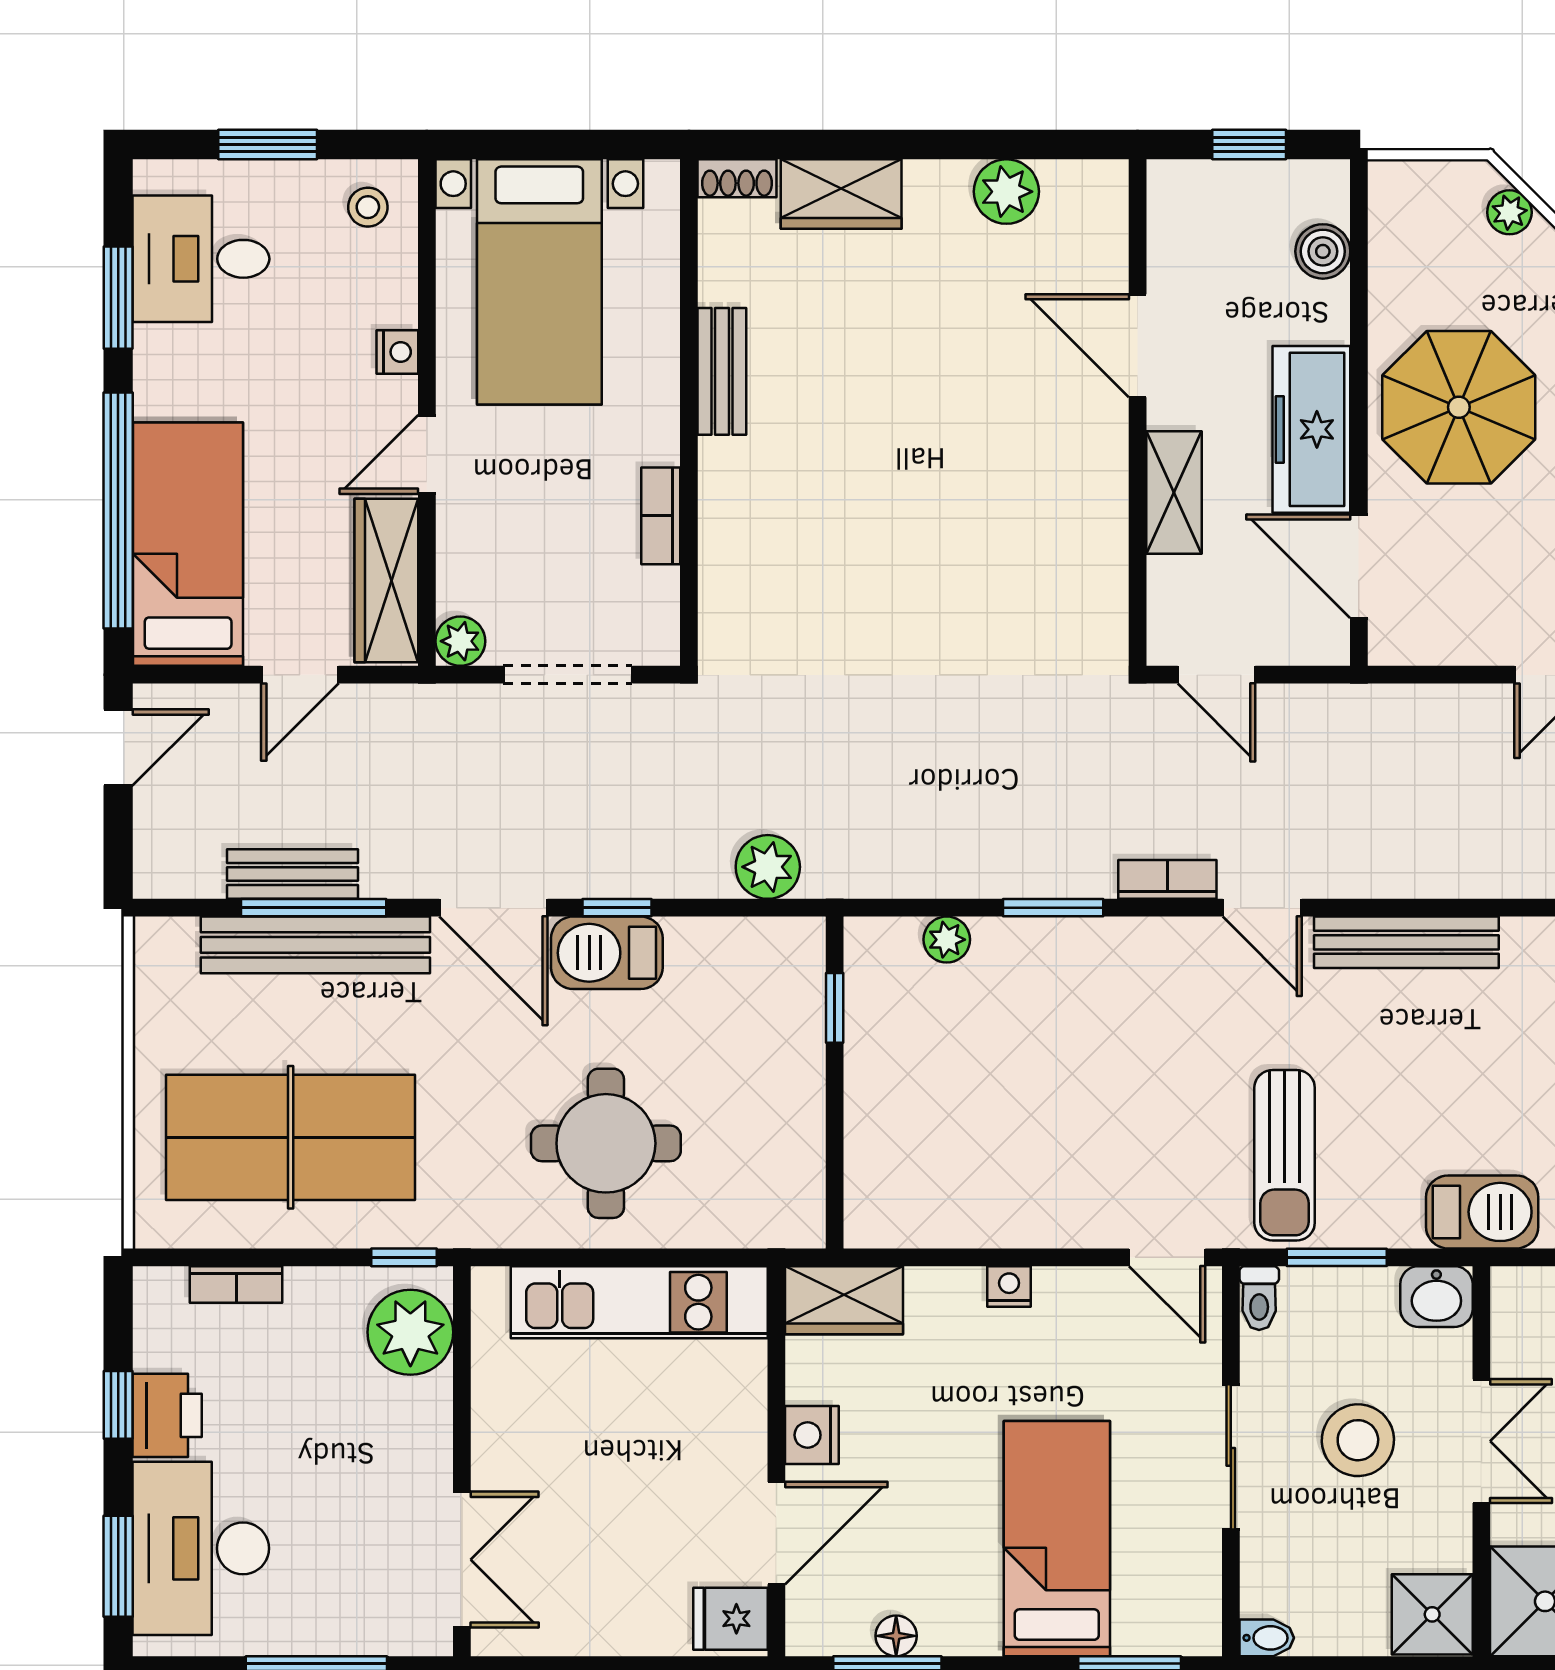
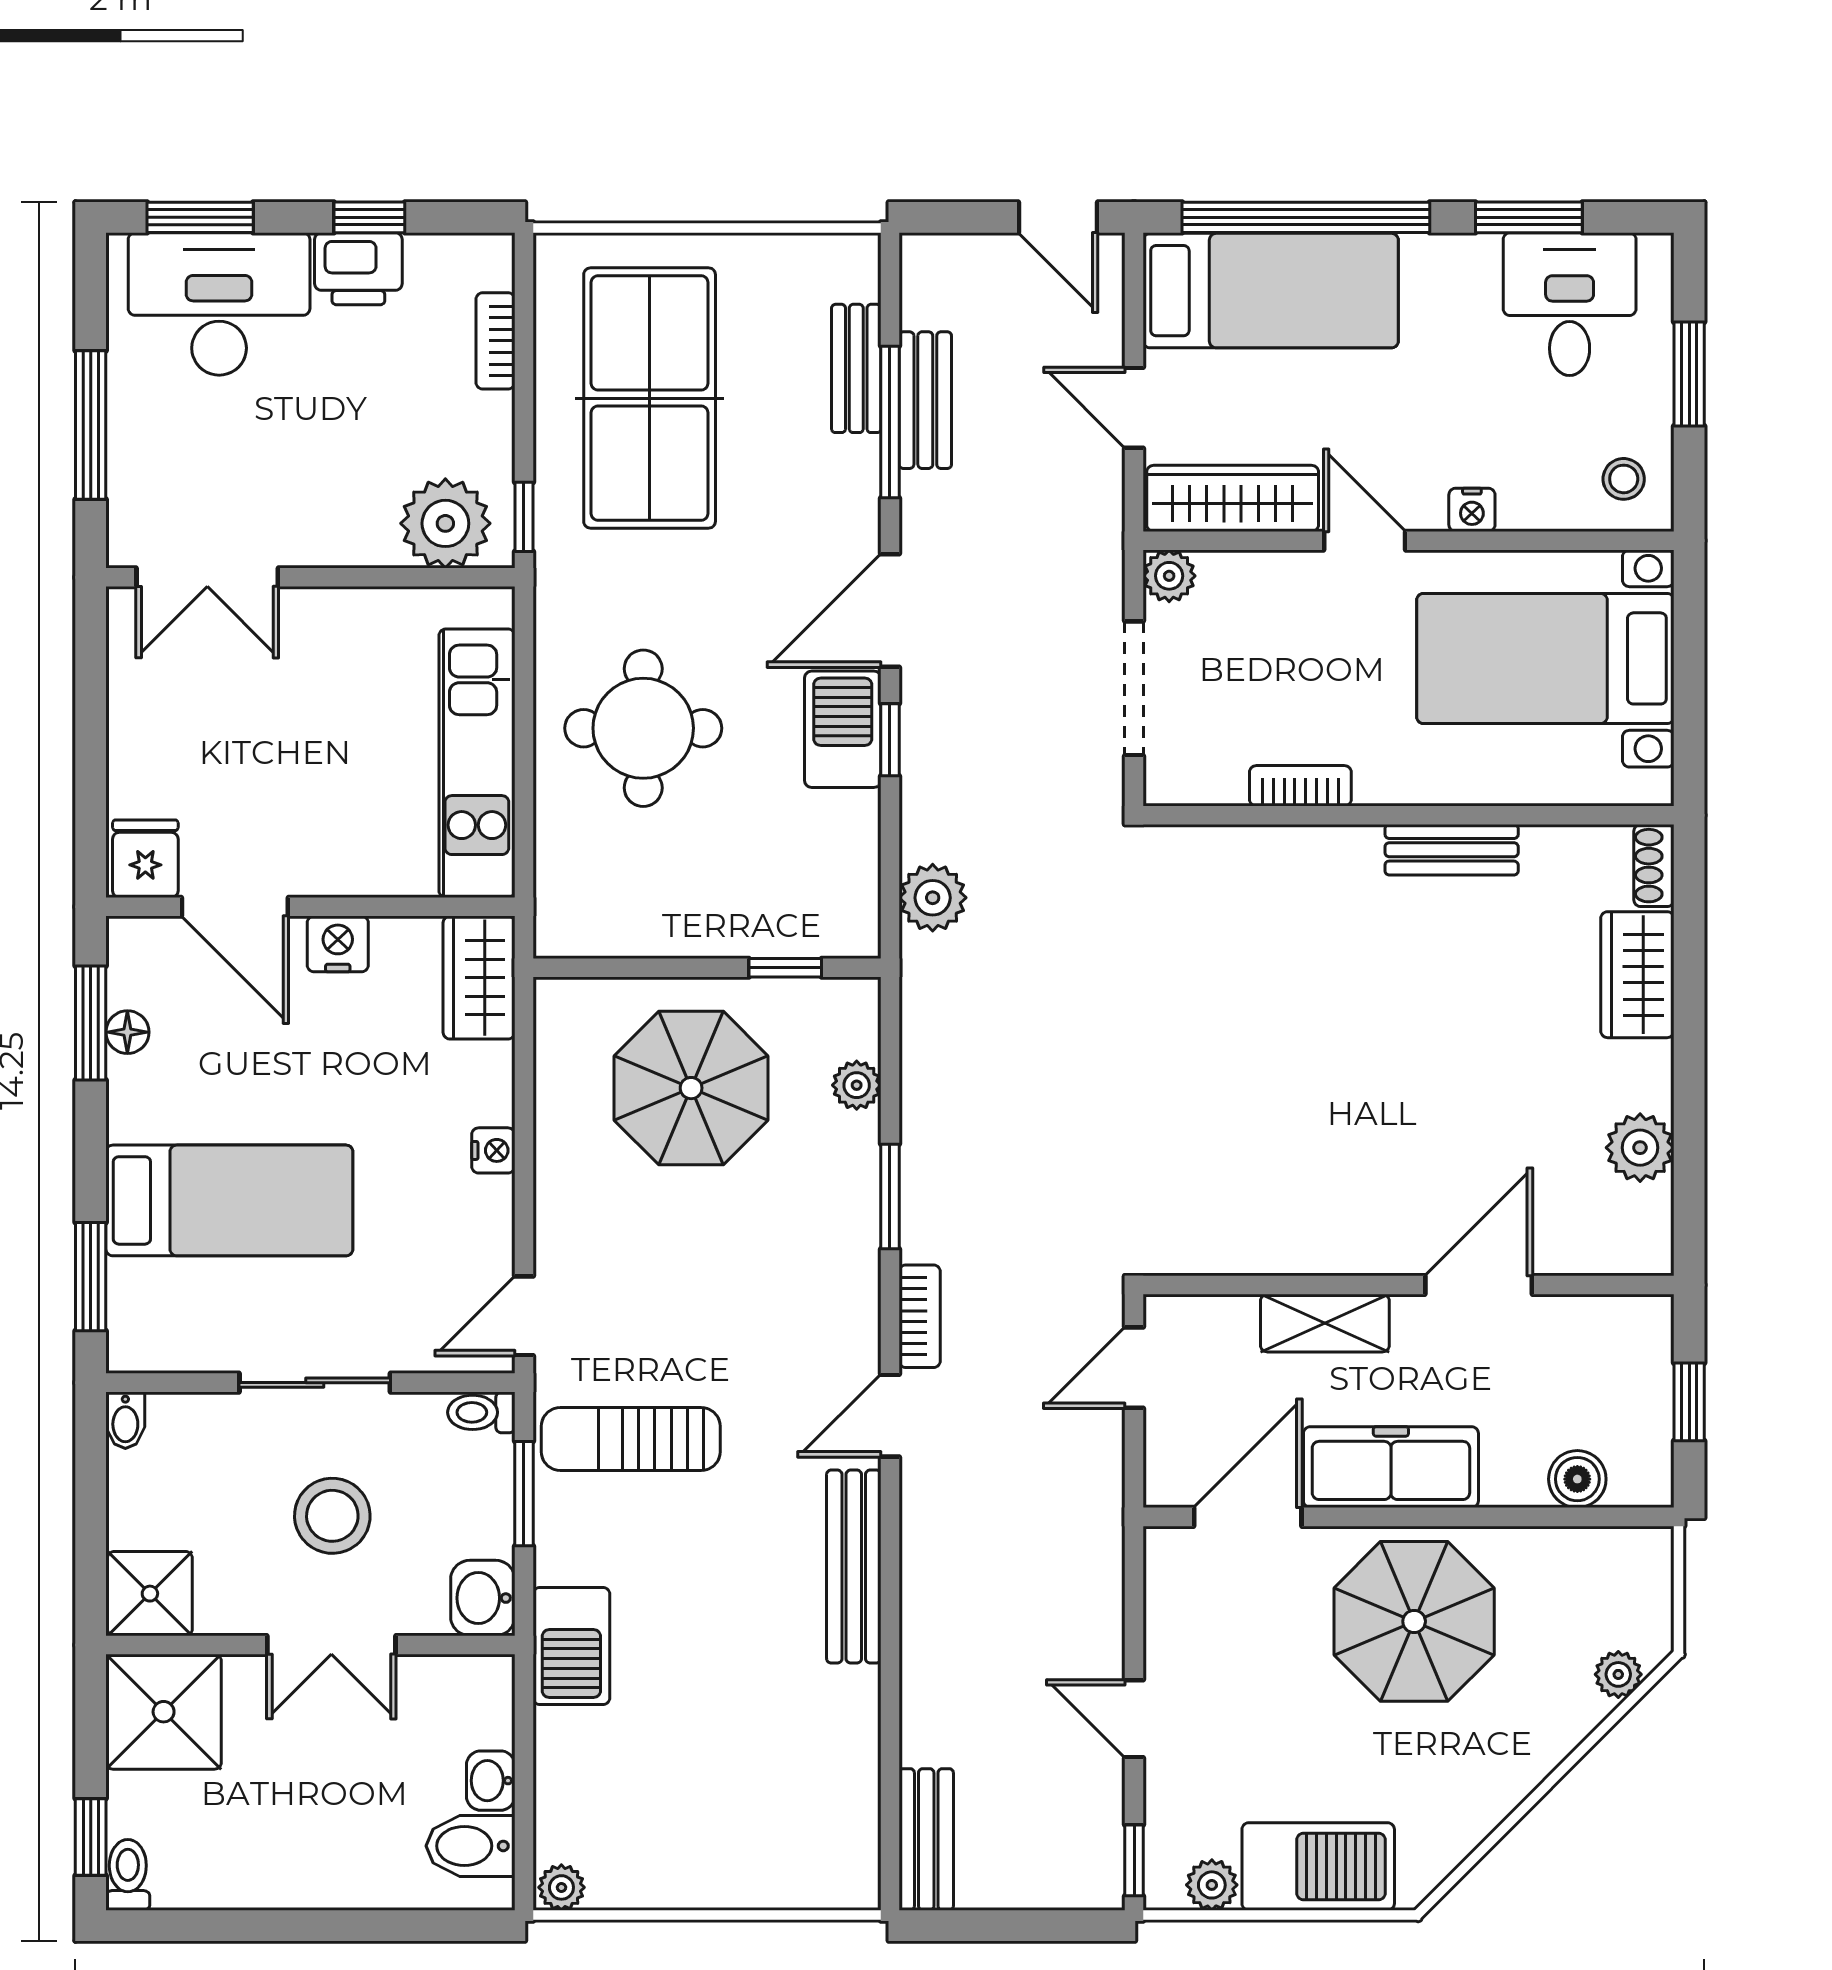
bench: (315, 945) -> (856, 368), width x0.54, depth x0.82
parasol: (949, 1098) -> (691, 1088), added

